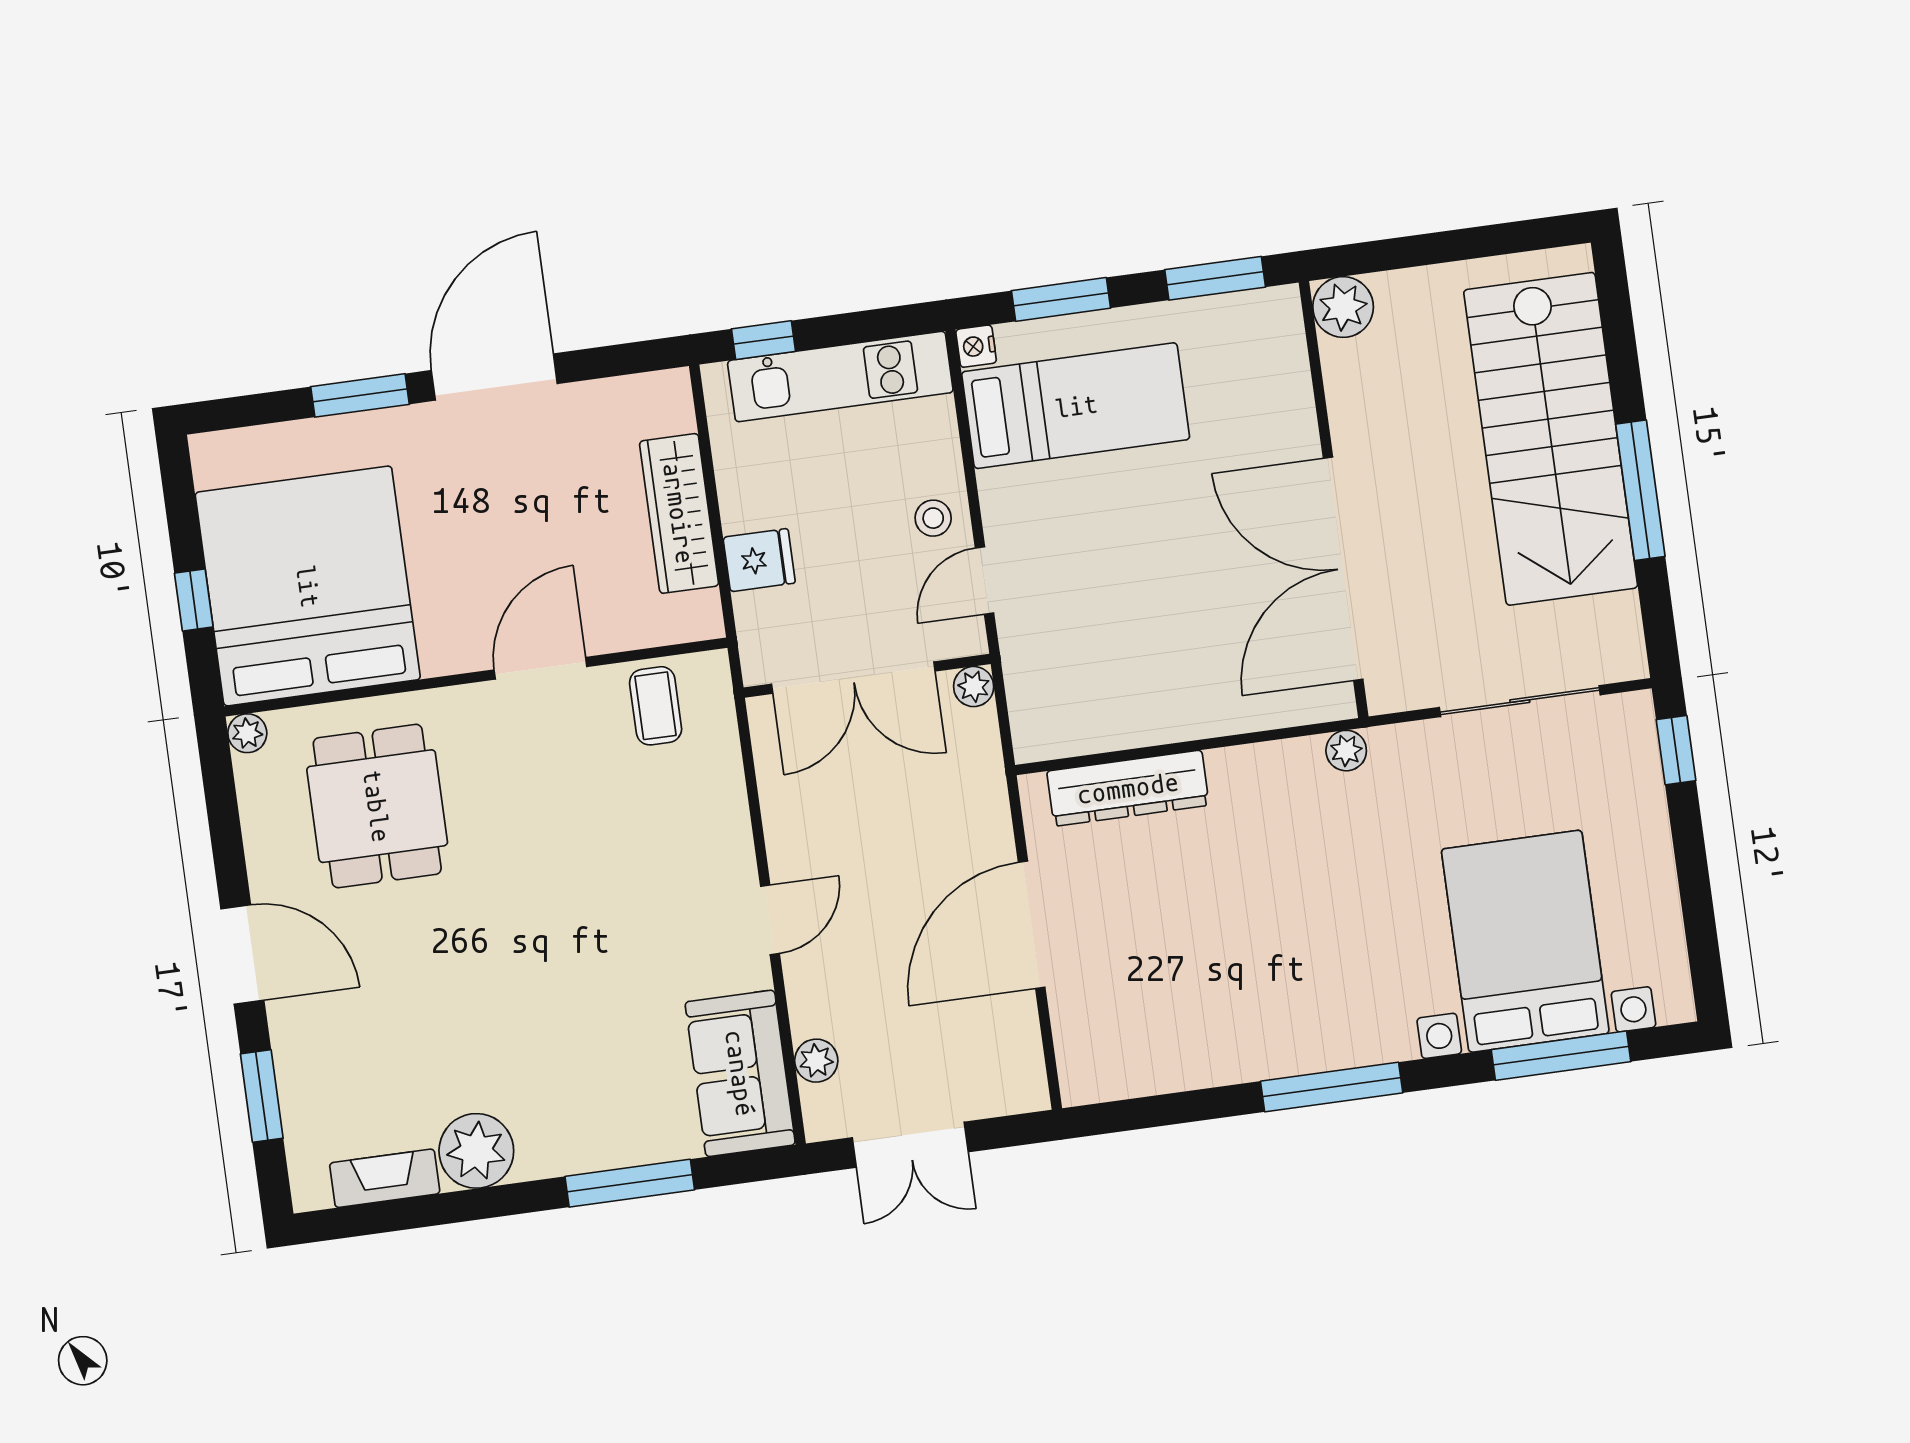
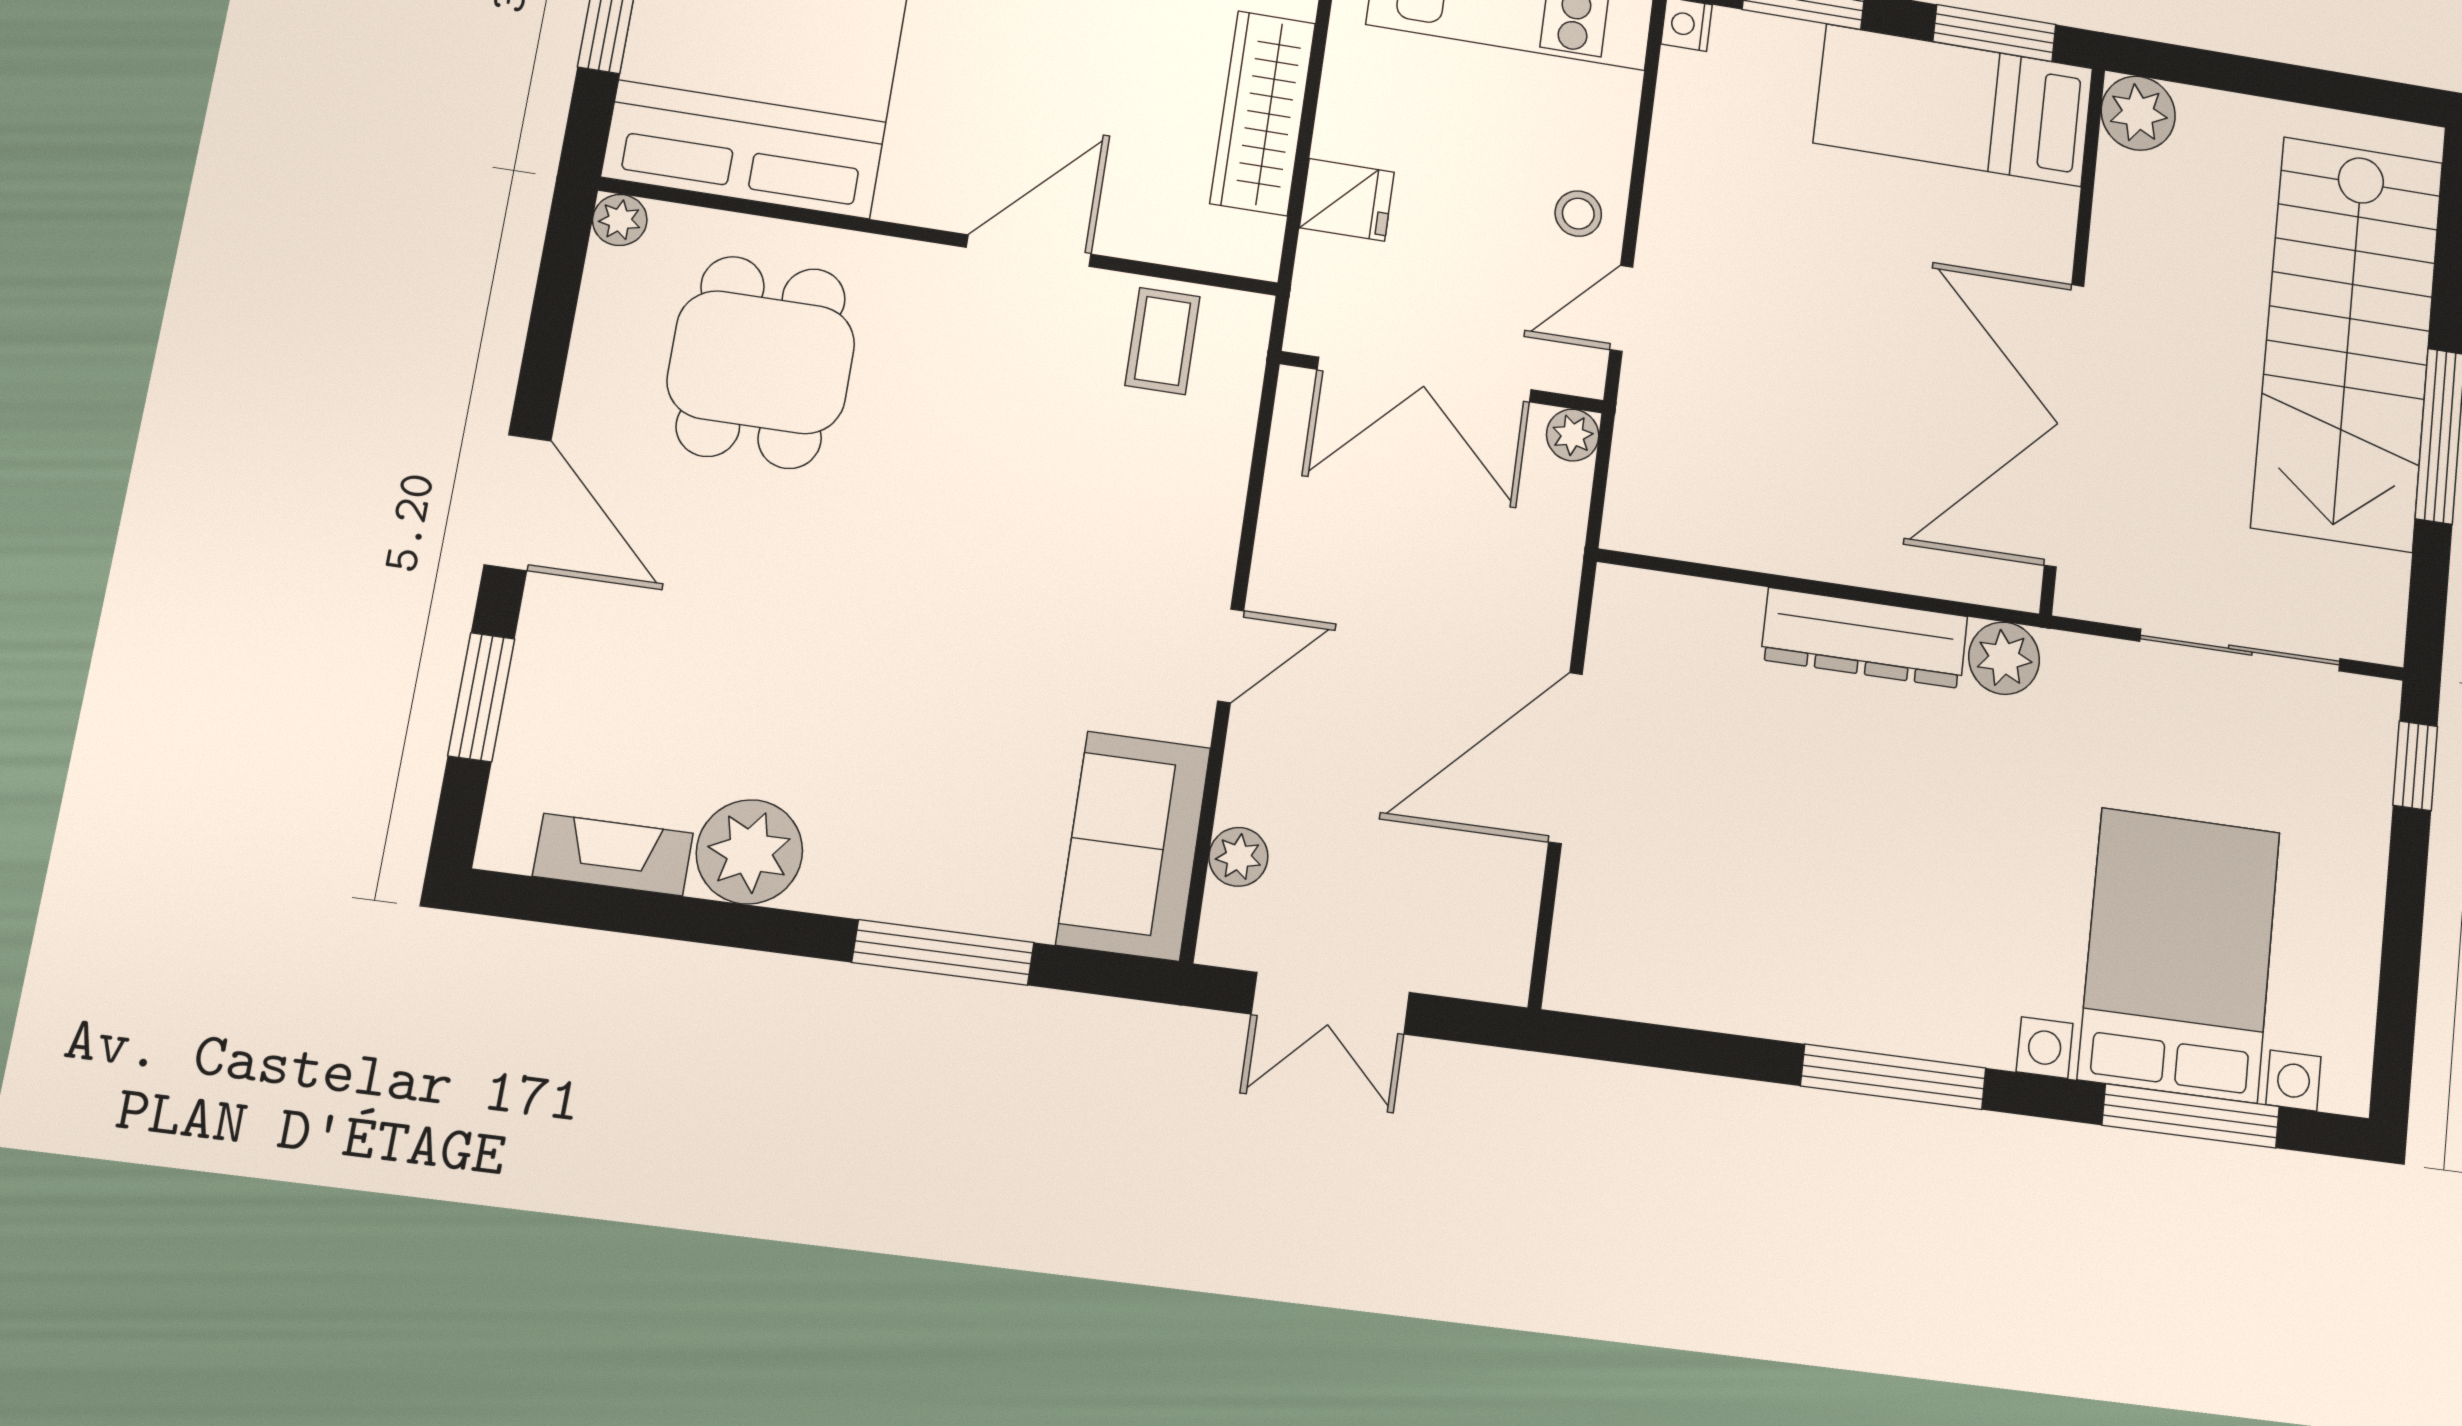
bed: (1076, 406) -> (1954, 105), moved, turned 180
plant: (1346, 751) -> (2004, 658), width x1.38, depth x1.38
dresser: (1128, 788) -> (1864, 638), moved

